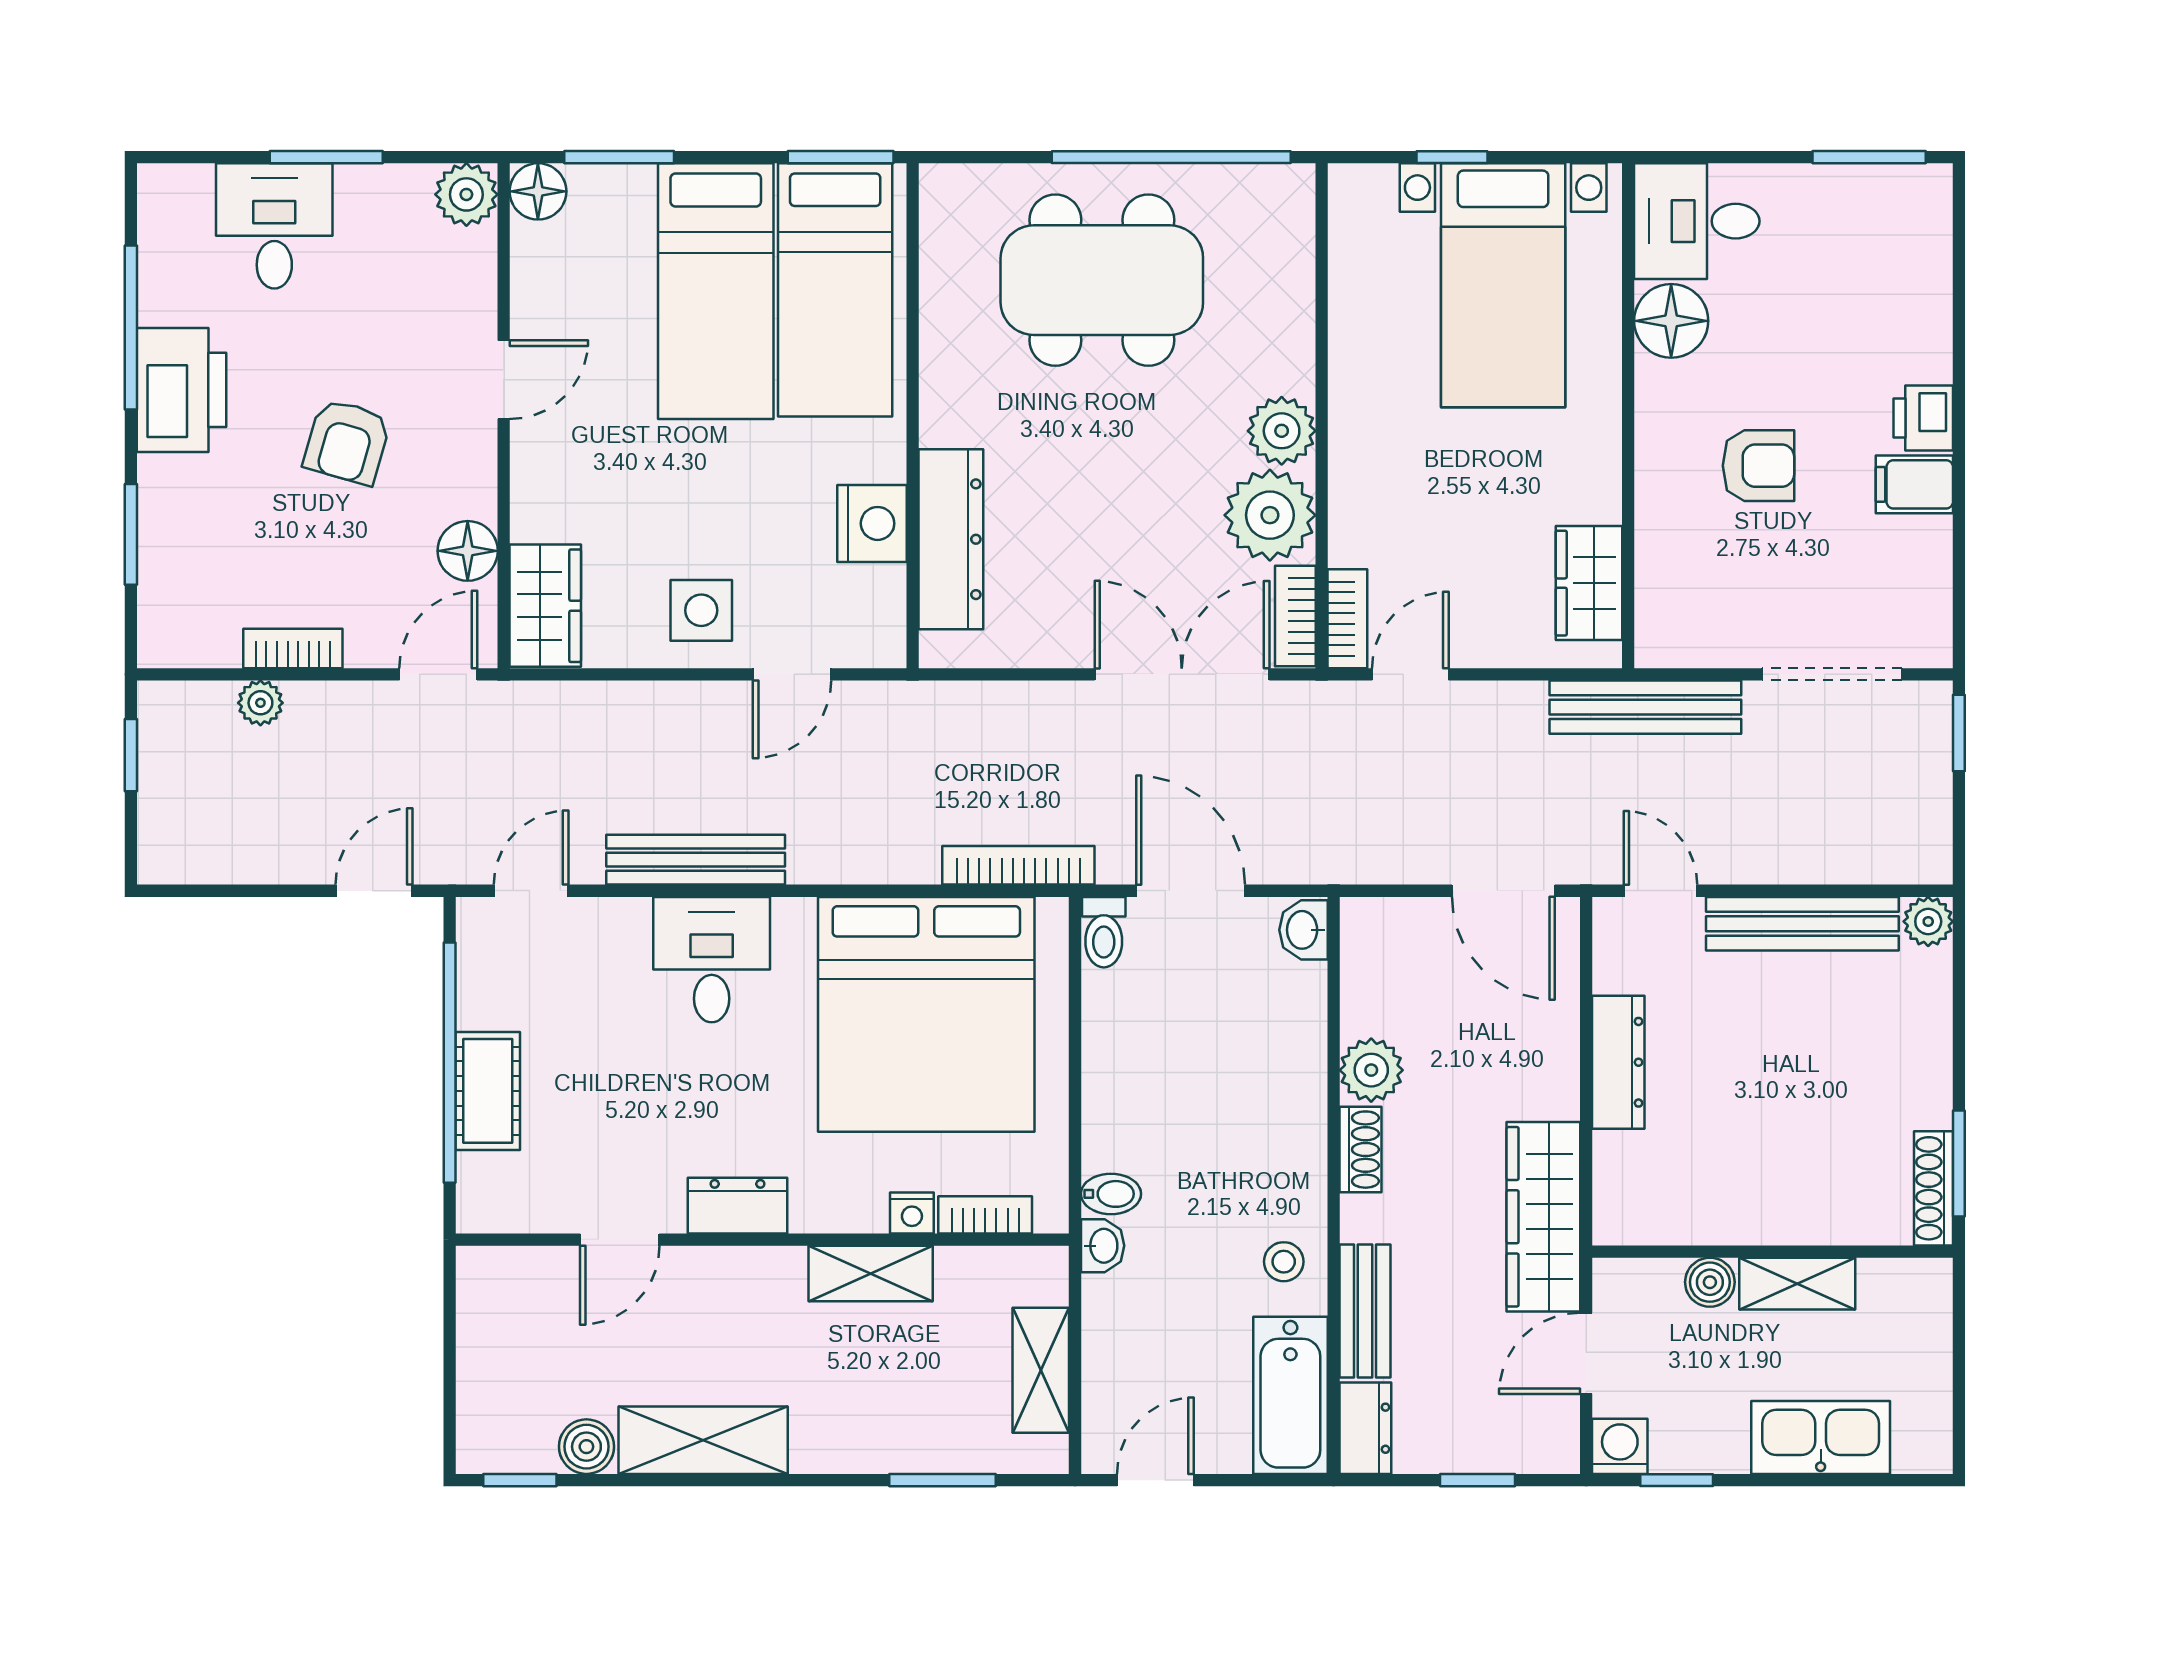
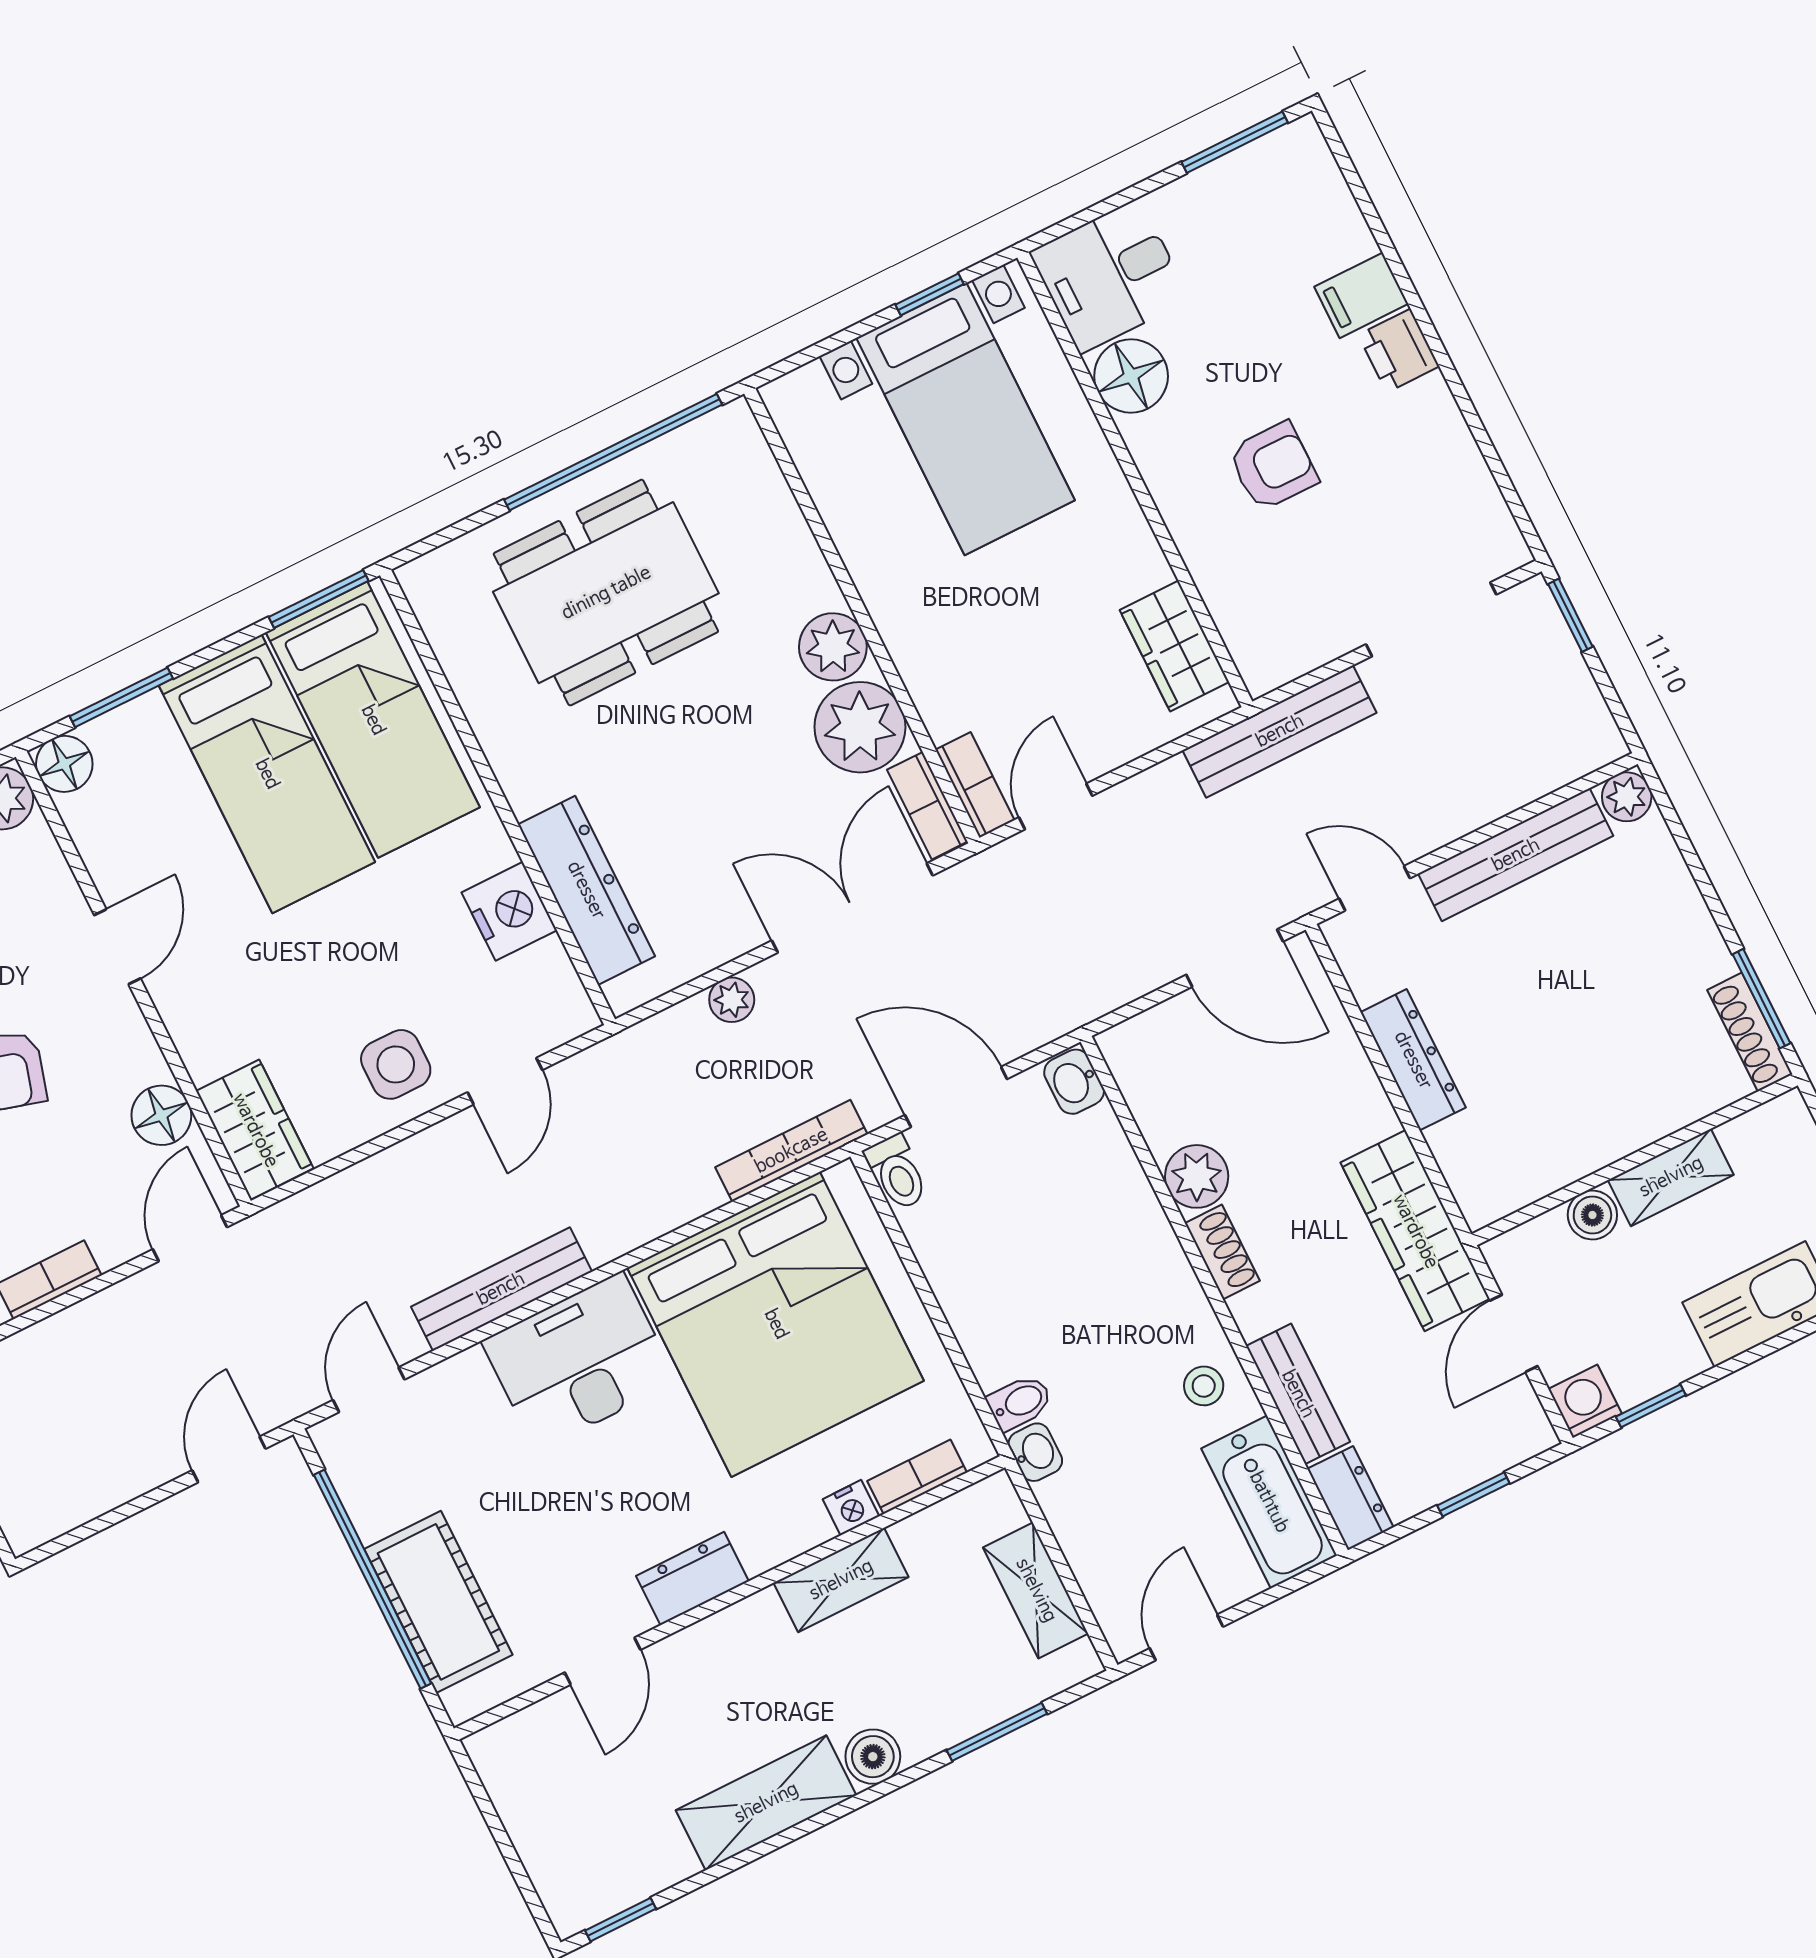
window: (1452, 157) -> (930, 294), moved
filing cabinet: (1914, 484) -> (1361, 295), moved
plant: (260, 703) -> (732, 1000), moved
desk: (712, 960) -> (579, 1361), width x1.37
cot: (488, 1091) -> (438, 1602), width x1.37, depth x1.34
boiler: (586, 1447) -> (873, 1757), moved

